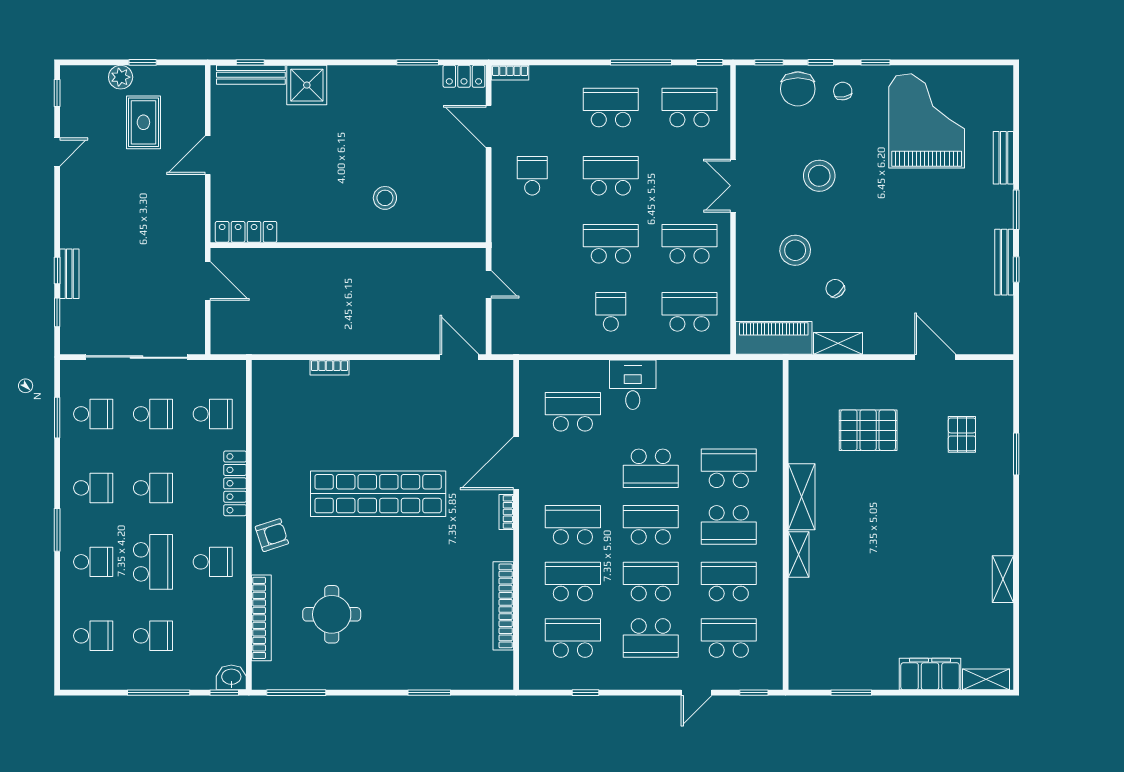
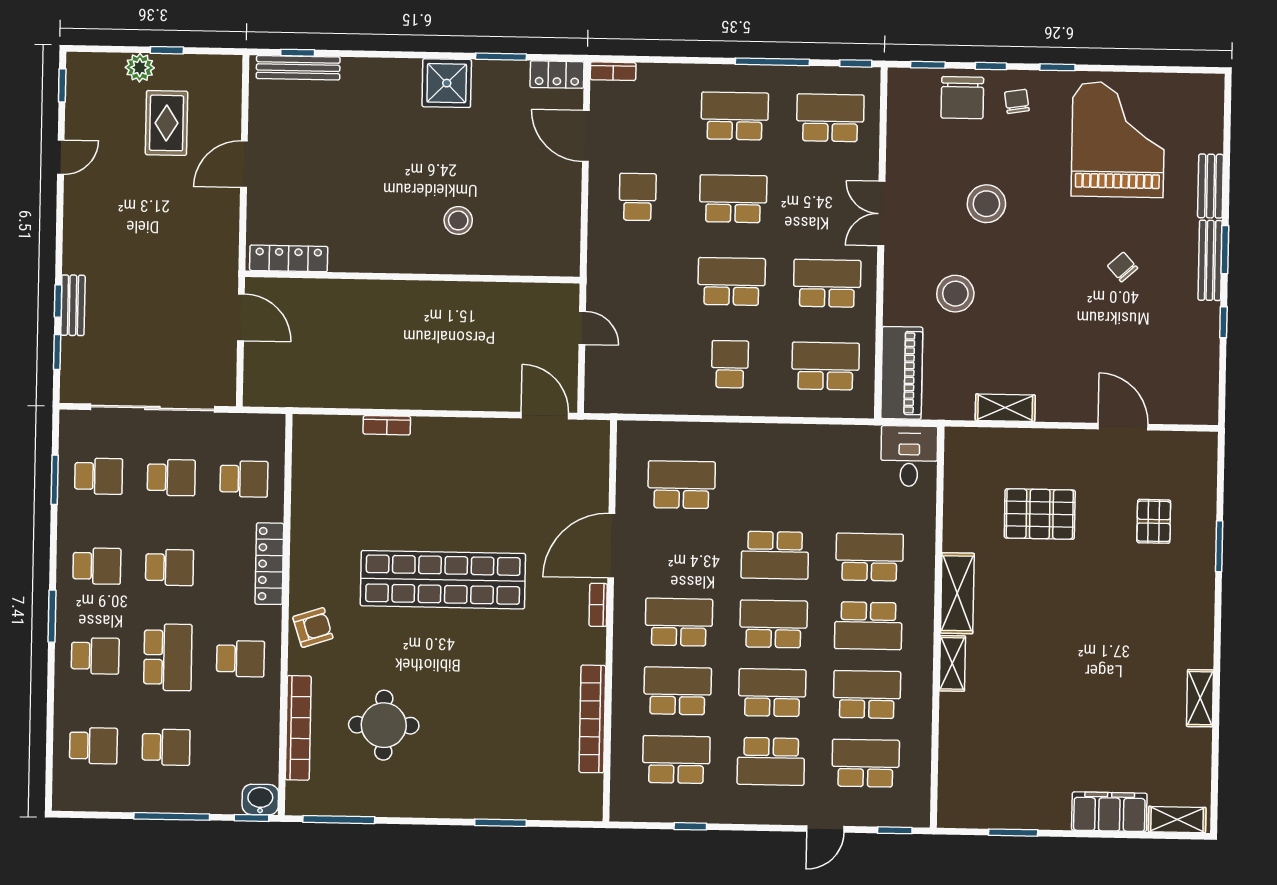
shower: (307, 85) -> (447, 83), moved
bench: (1004, 262) -> (1210, 260), moved
chair: (835, 288) -> (1123, 267), moved
piano: (774, 338) -> (902, 373), moved, turned 90
desk: (633, 385) -> (909, 456), moved

